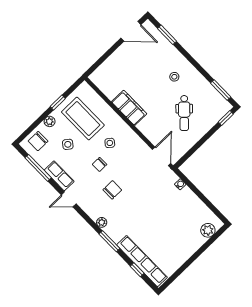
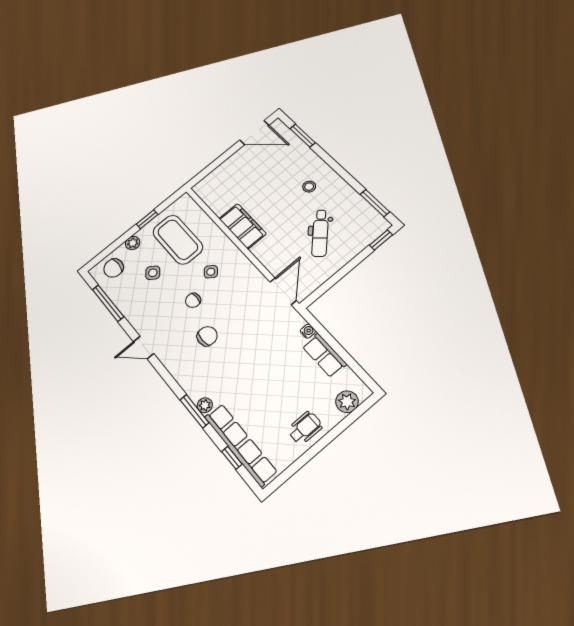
row of seats: (59, 176) -> (324, 355), moved, turned 180
plant: (102, 222) -> (205, 405), moved
wheelchair: (182, 248) -> (305, 428), added

